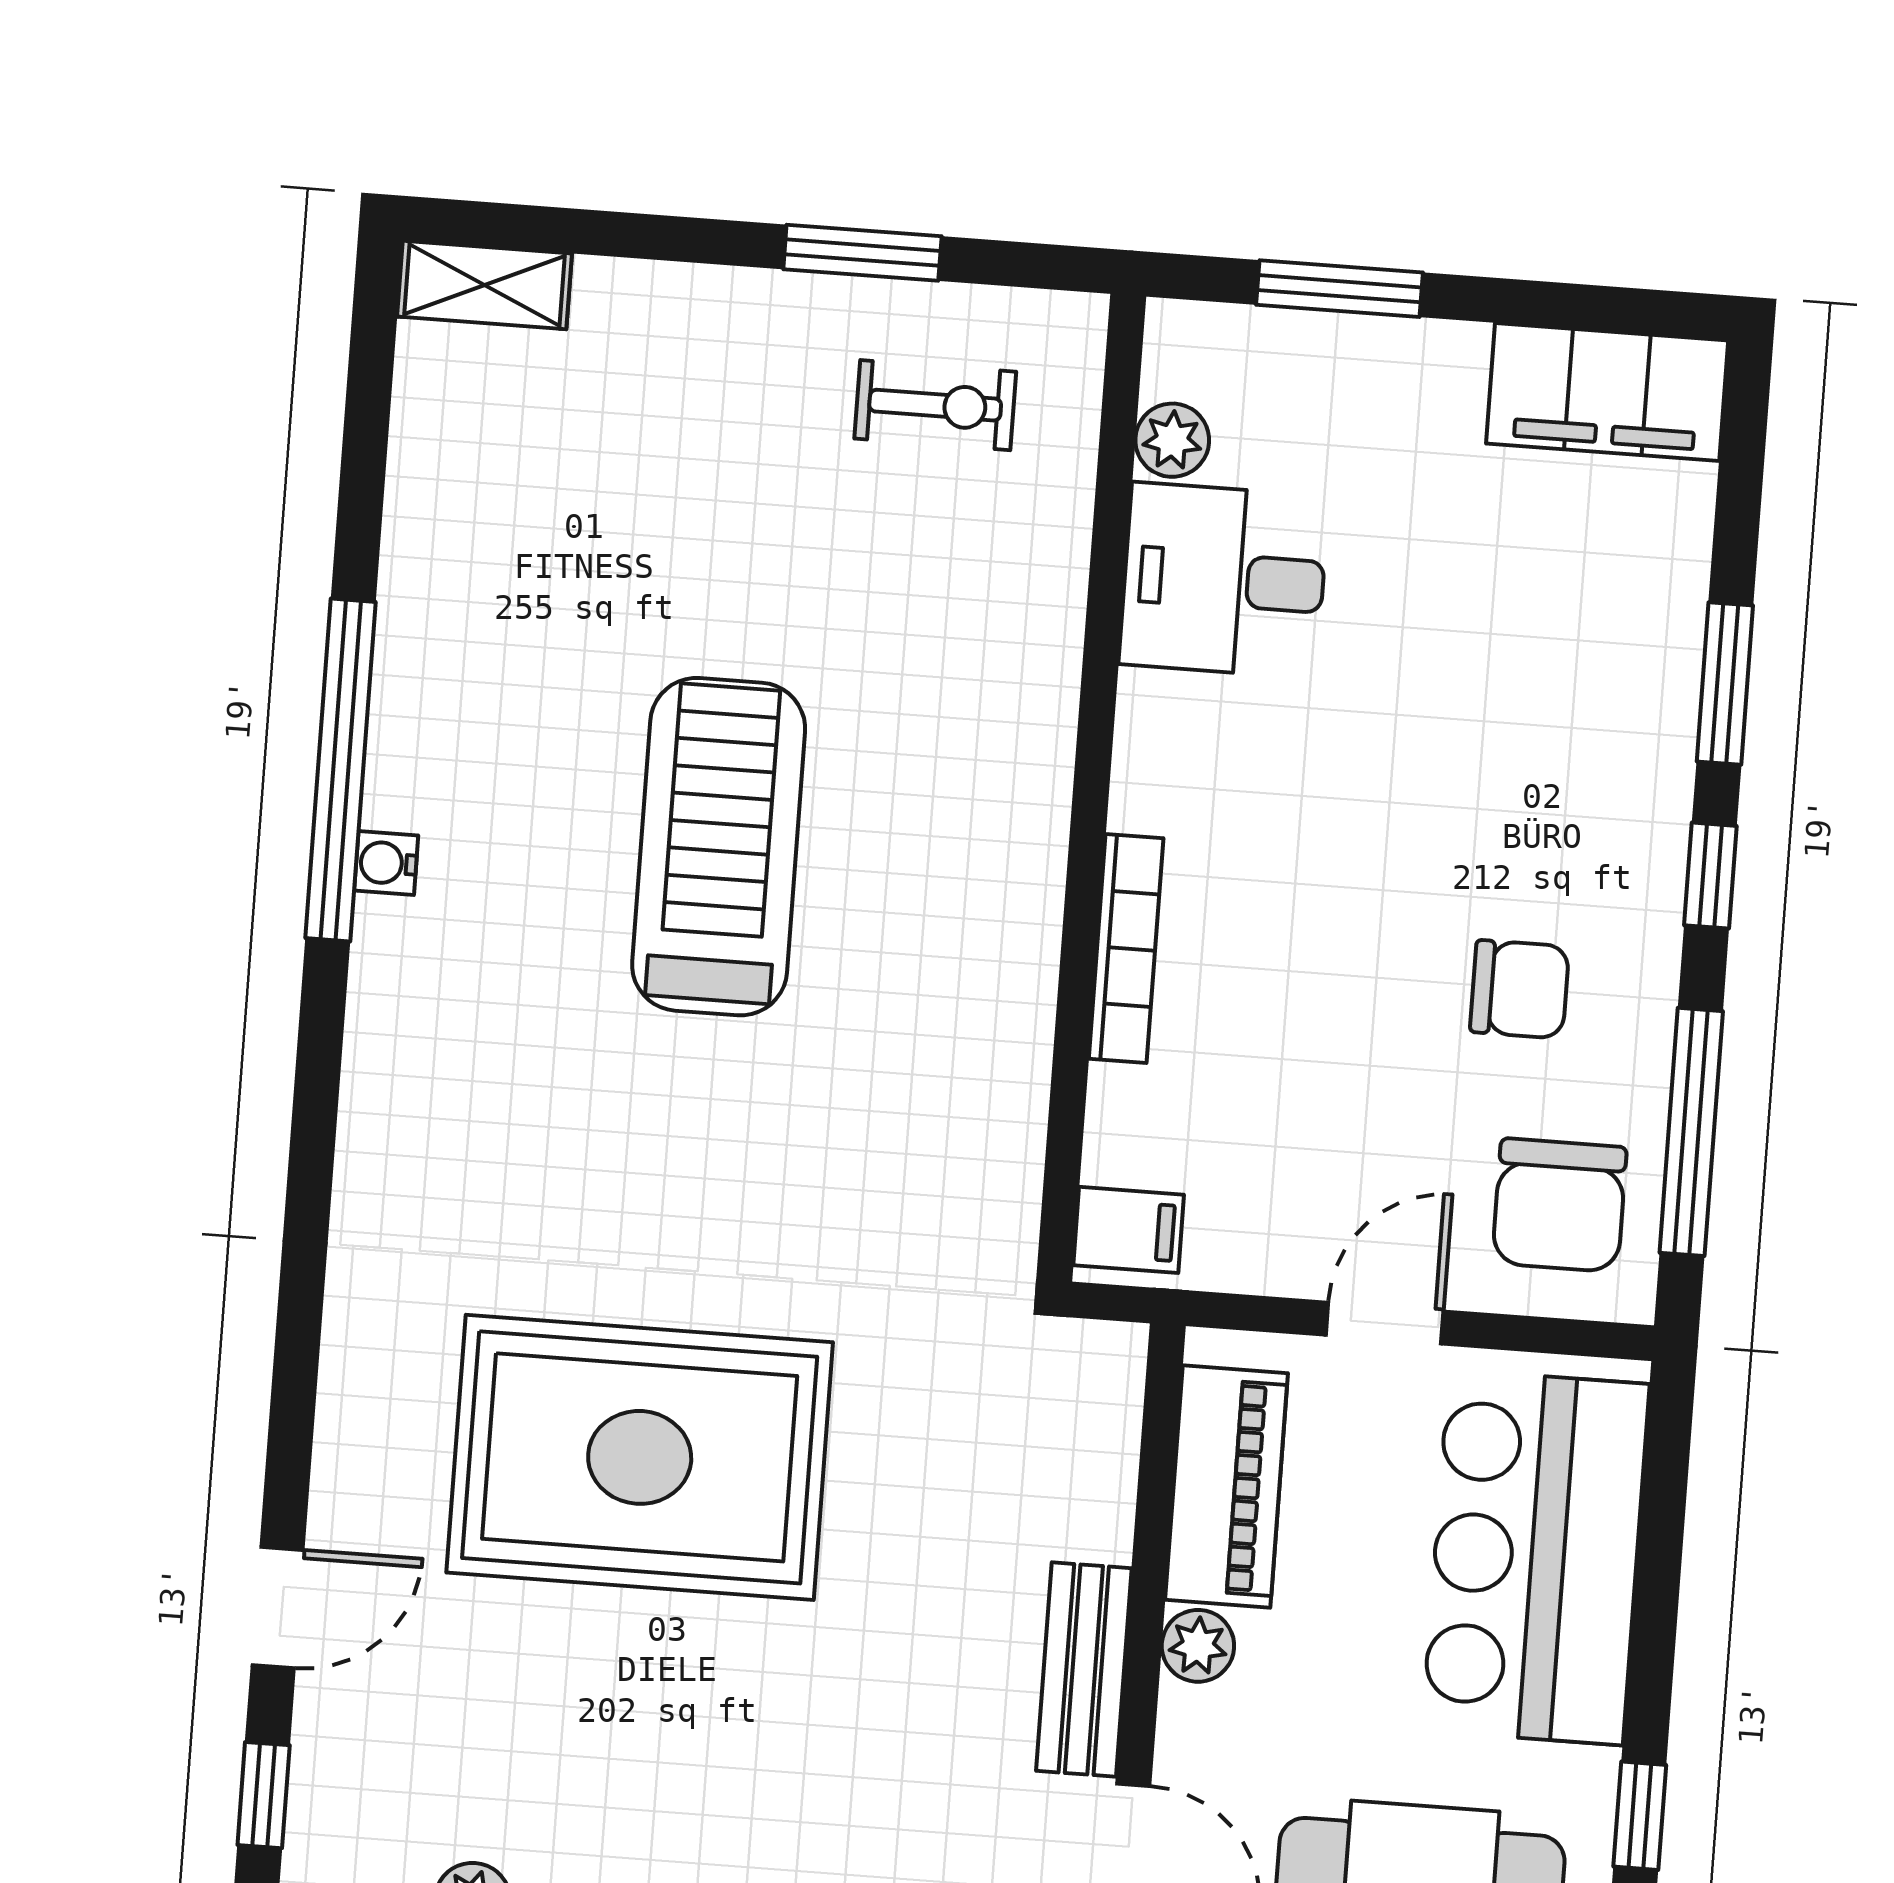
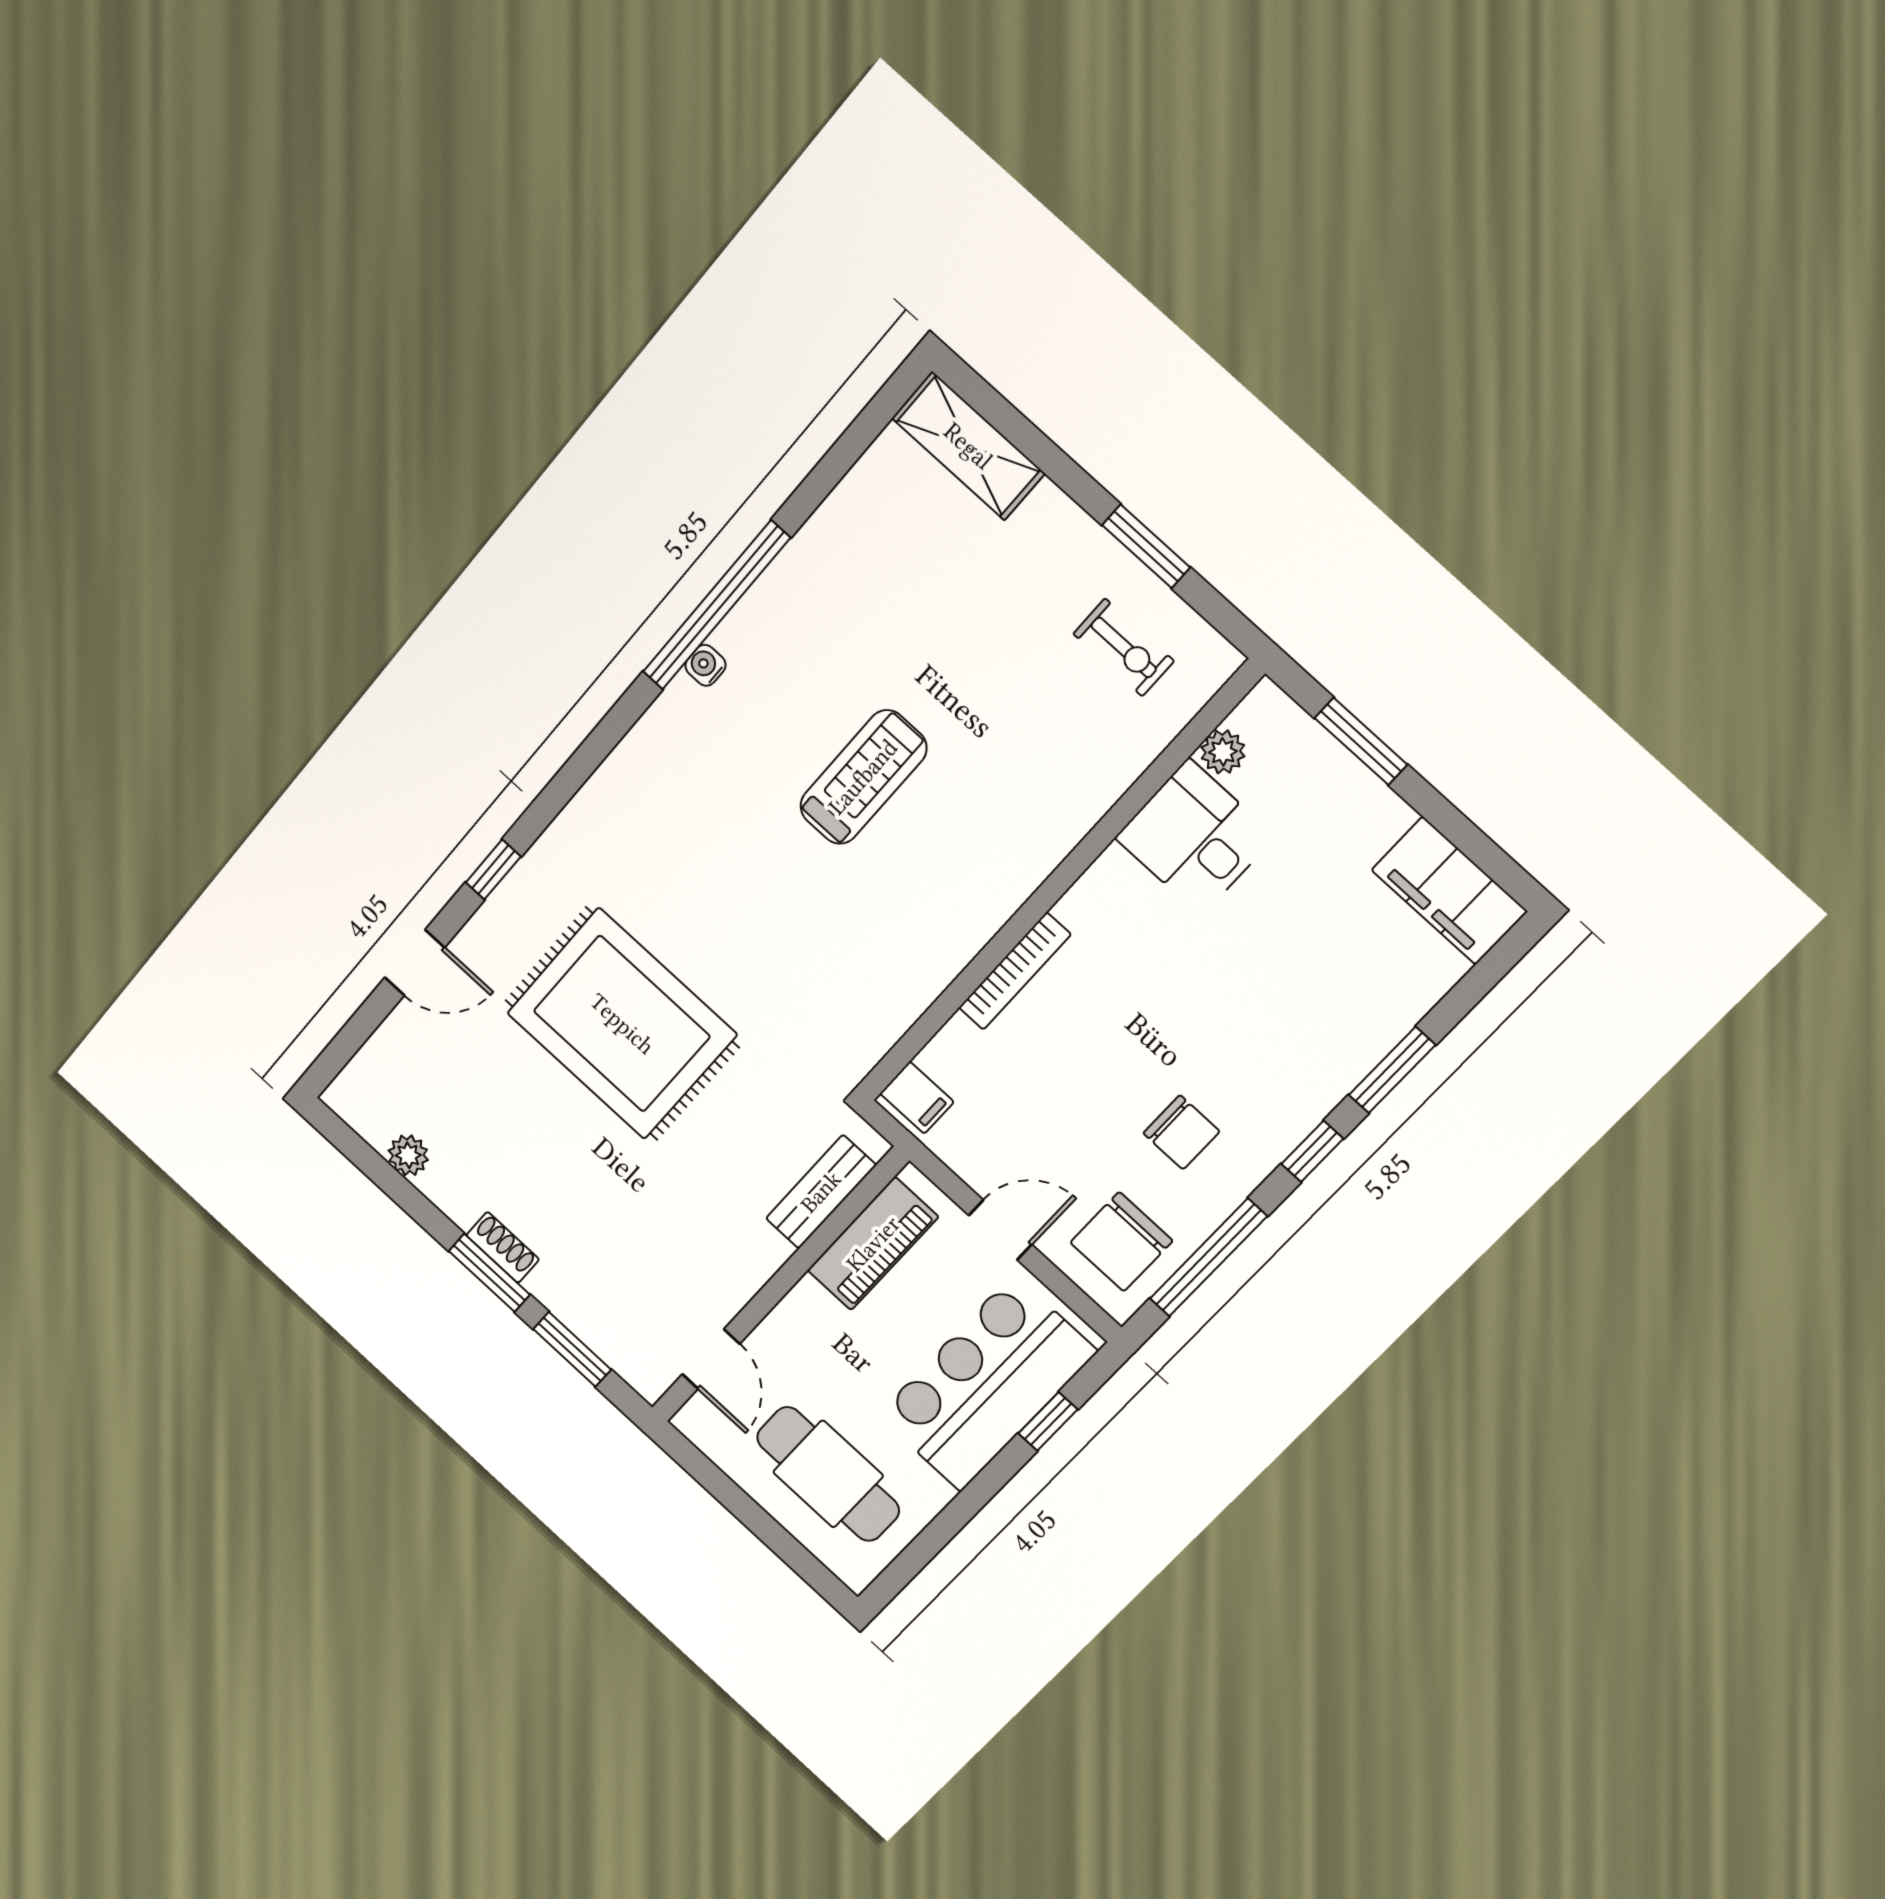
shelving: (485, 285) -> (968, 446), width x1.50, depth x1.33
treadmill: (719, 847) -> (863, 777), width x0.73, depth x0.73
plant: (1198, 1646) -> (806, 1301), removed
bench: (1084, 1670) -> (821, 1192), moved
window: (264, 1795) -> (493, 870), moved
window: (1640, 1816) -> (1048, 1421), moved

